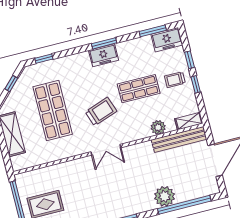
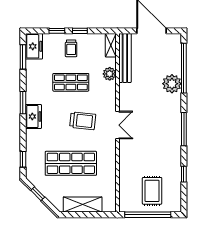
freezer: (104, 55) -> (33, 116), moved
shop shelf: (139, 89) -> (71, 82), turned 90
trolley: (101, 112) -> (83, 121), turned 115

